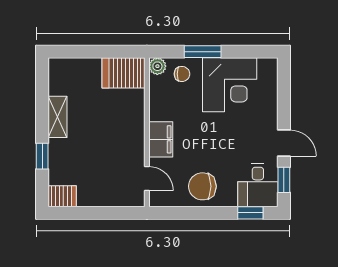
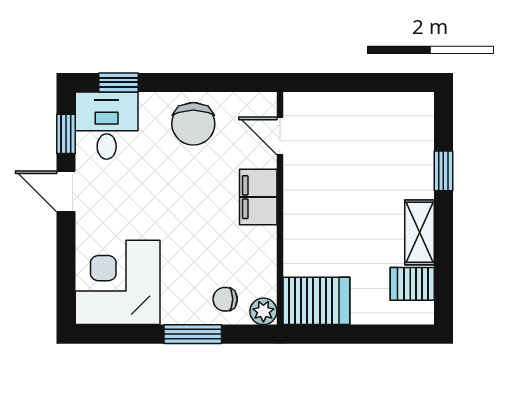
corner desk: (230, 85) -> (118, 282), moved
chair: (202, 186) -> (193, 124), turned 90
server rack: (62, 196) -> (412, 284), moved

